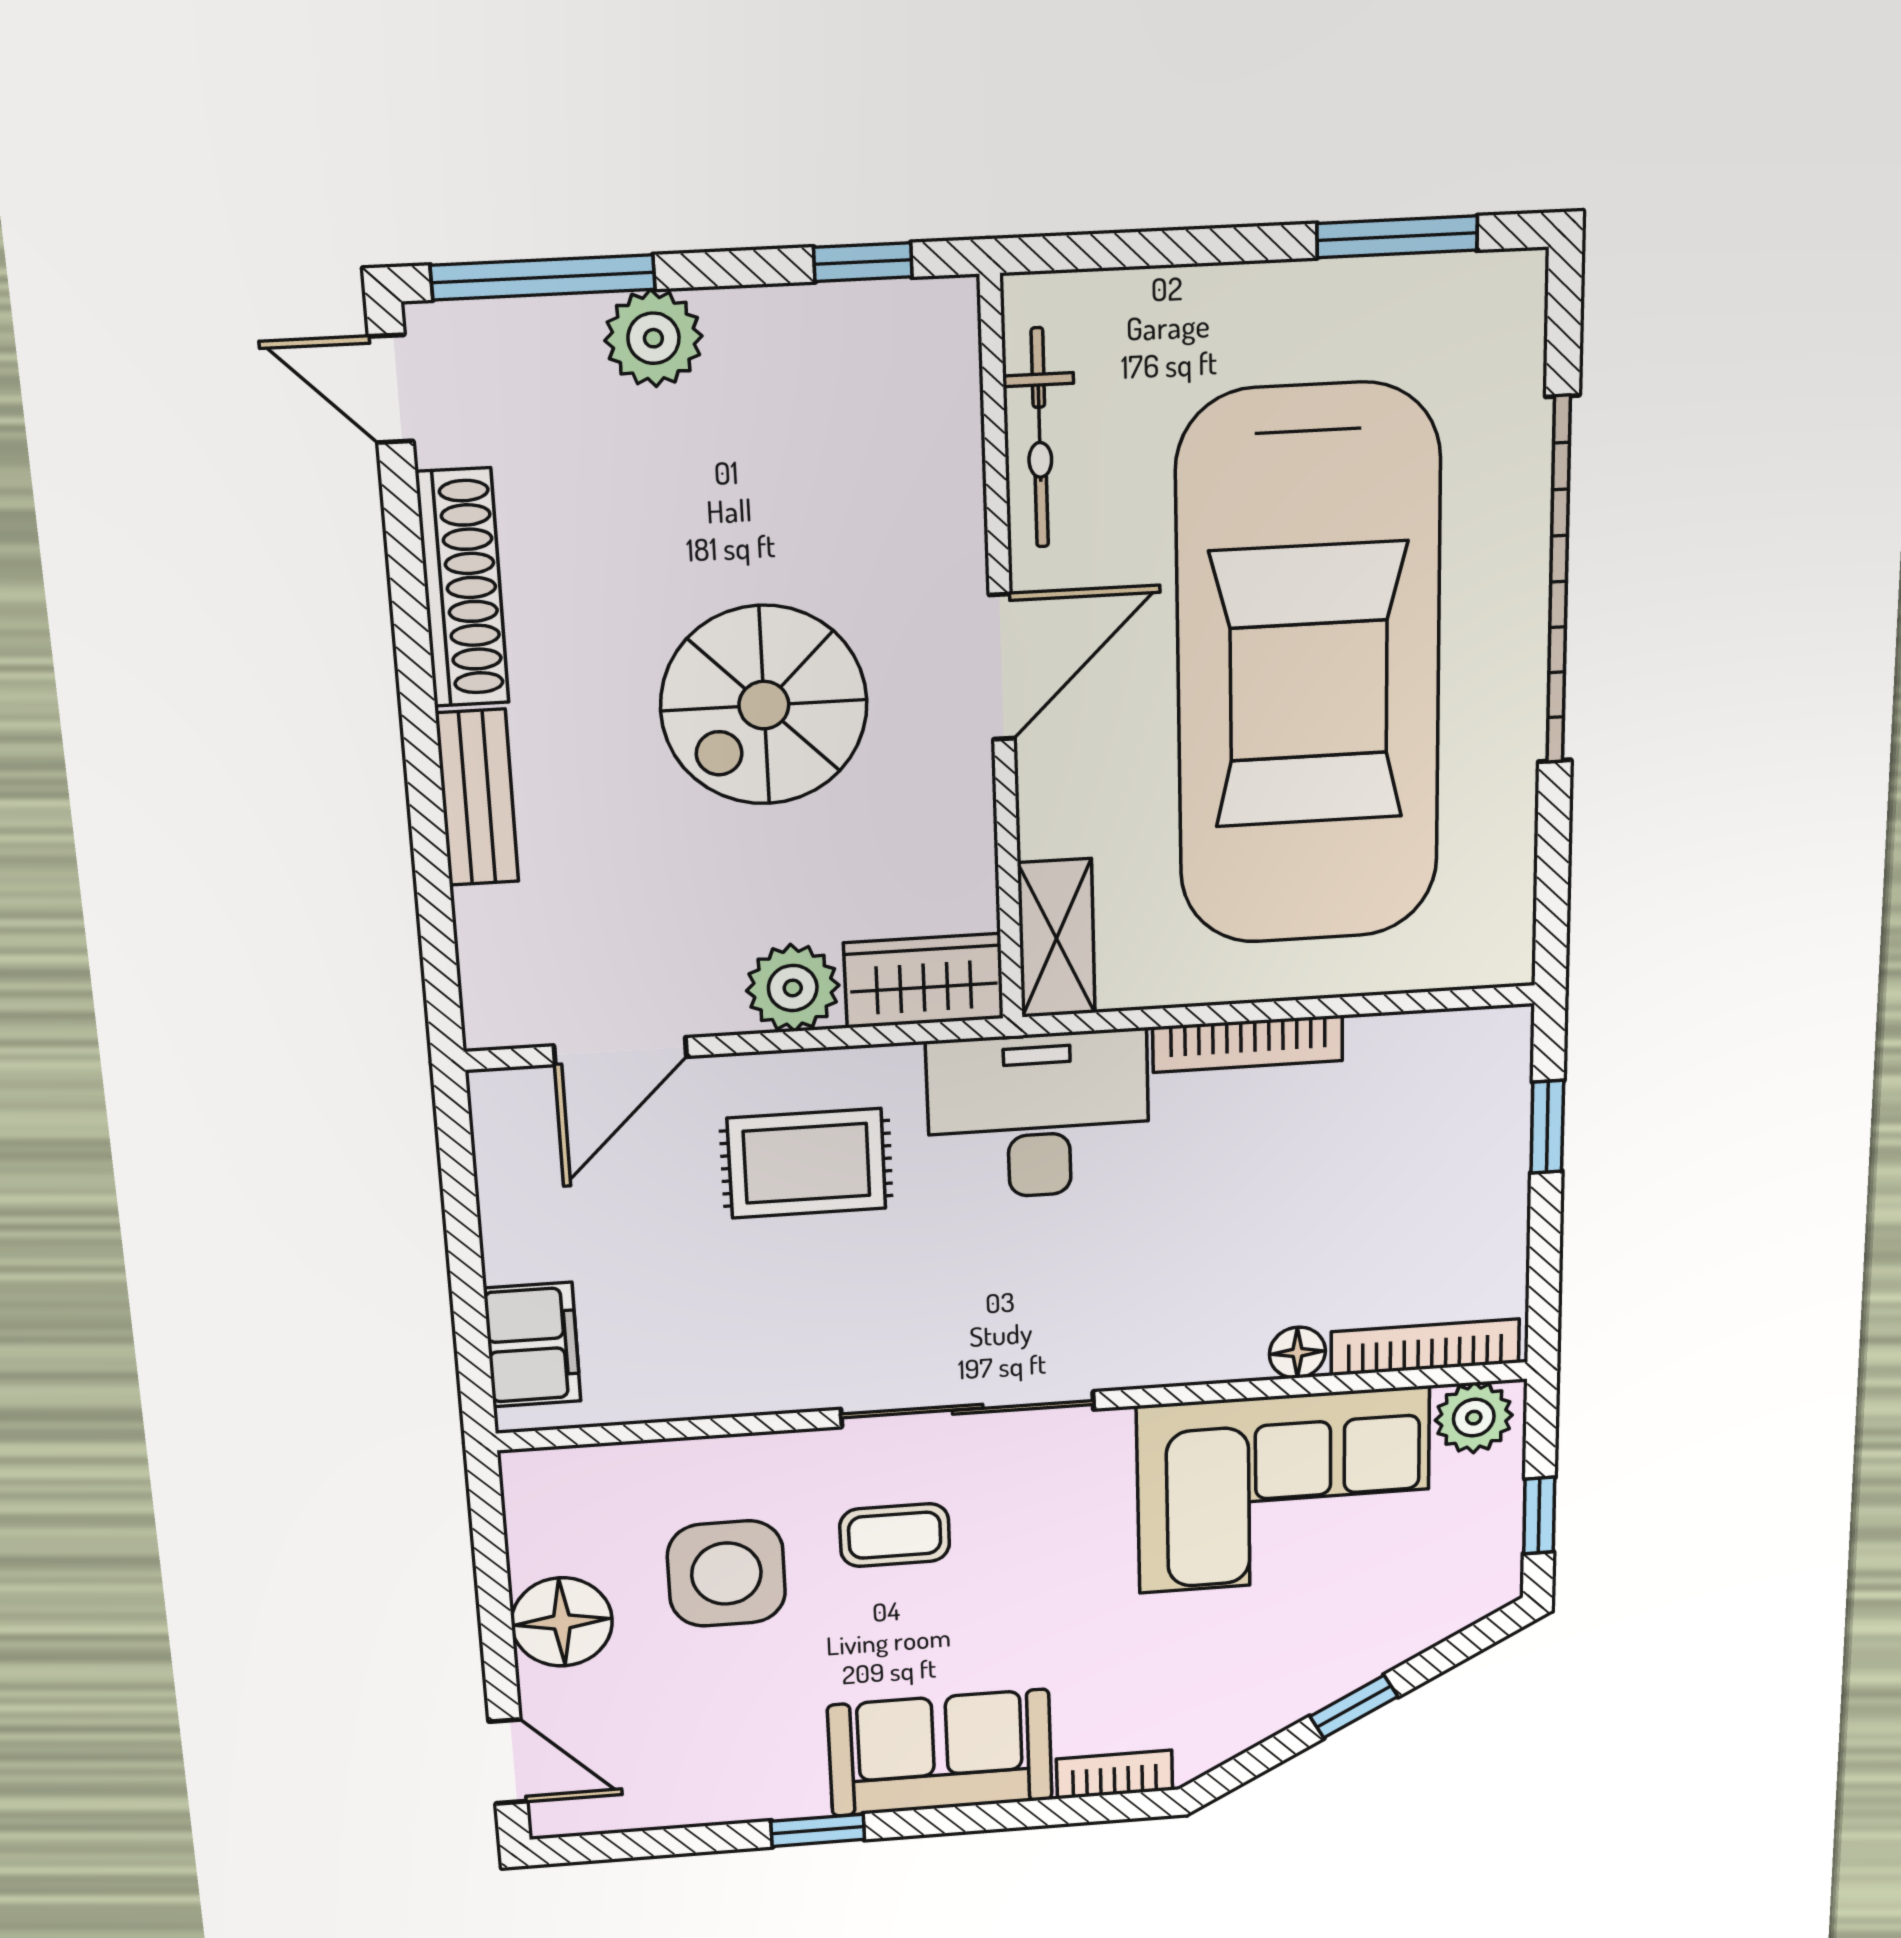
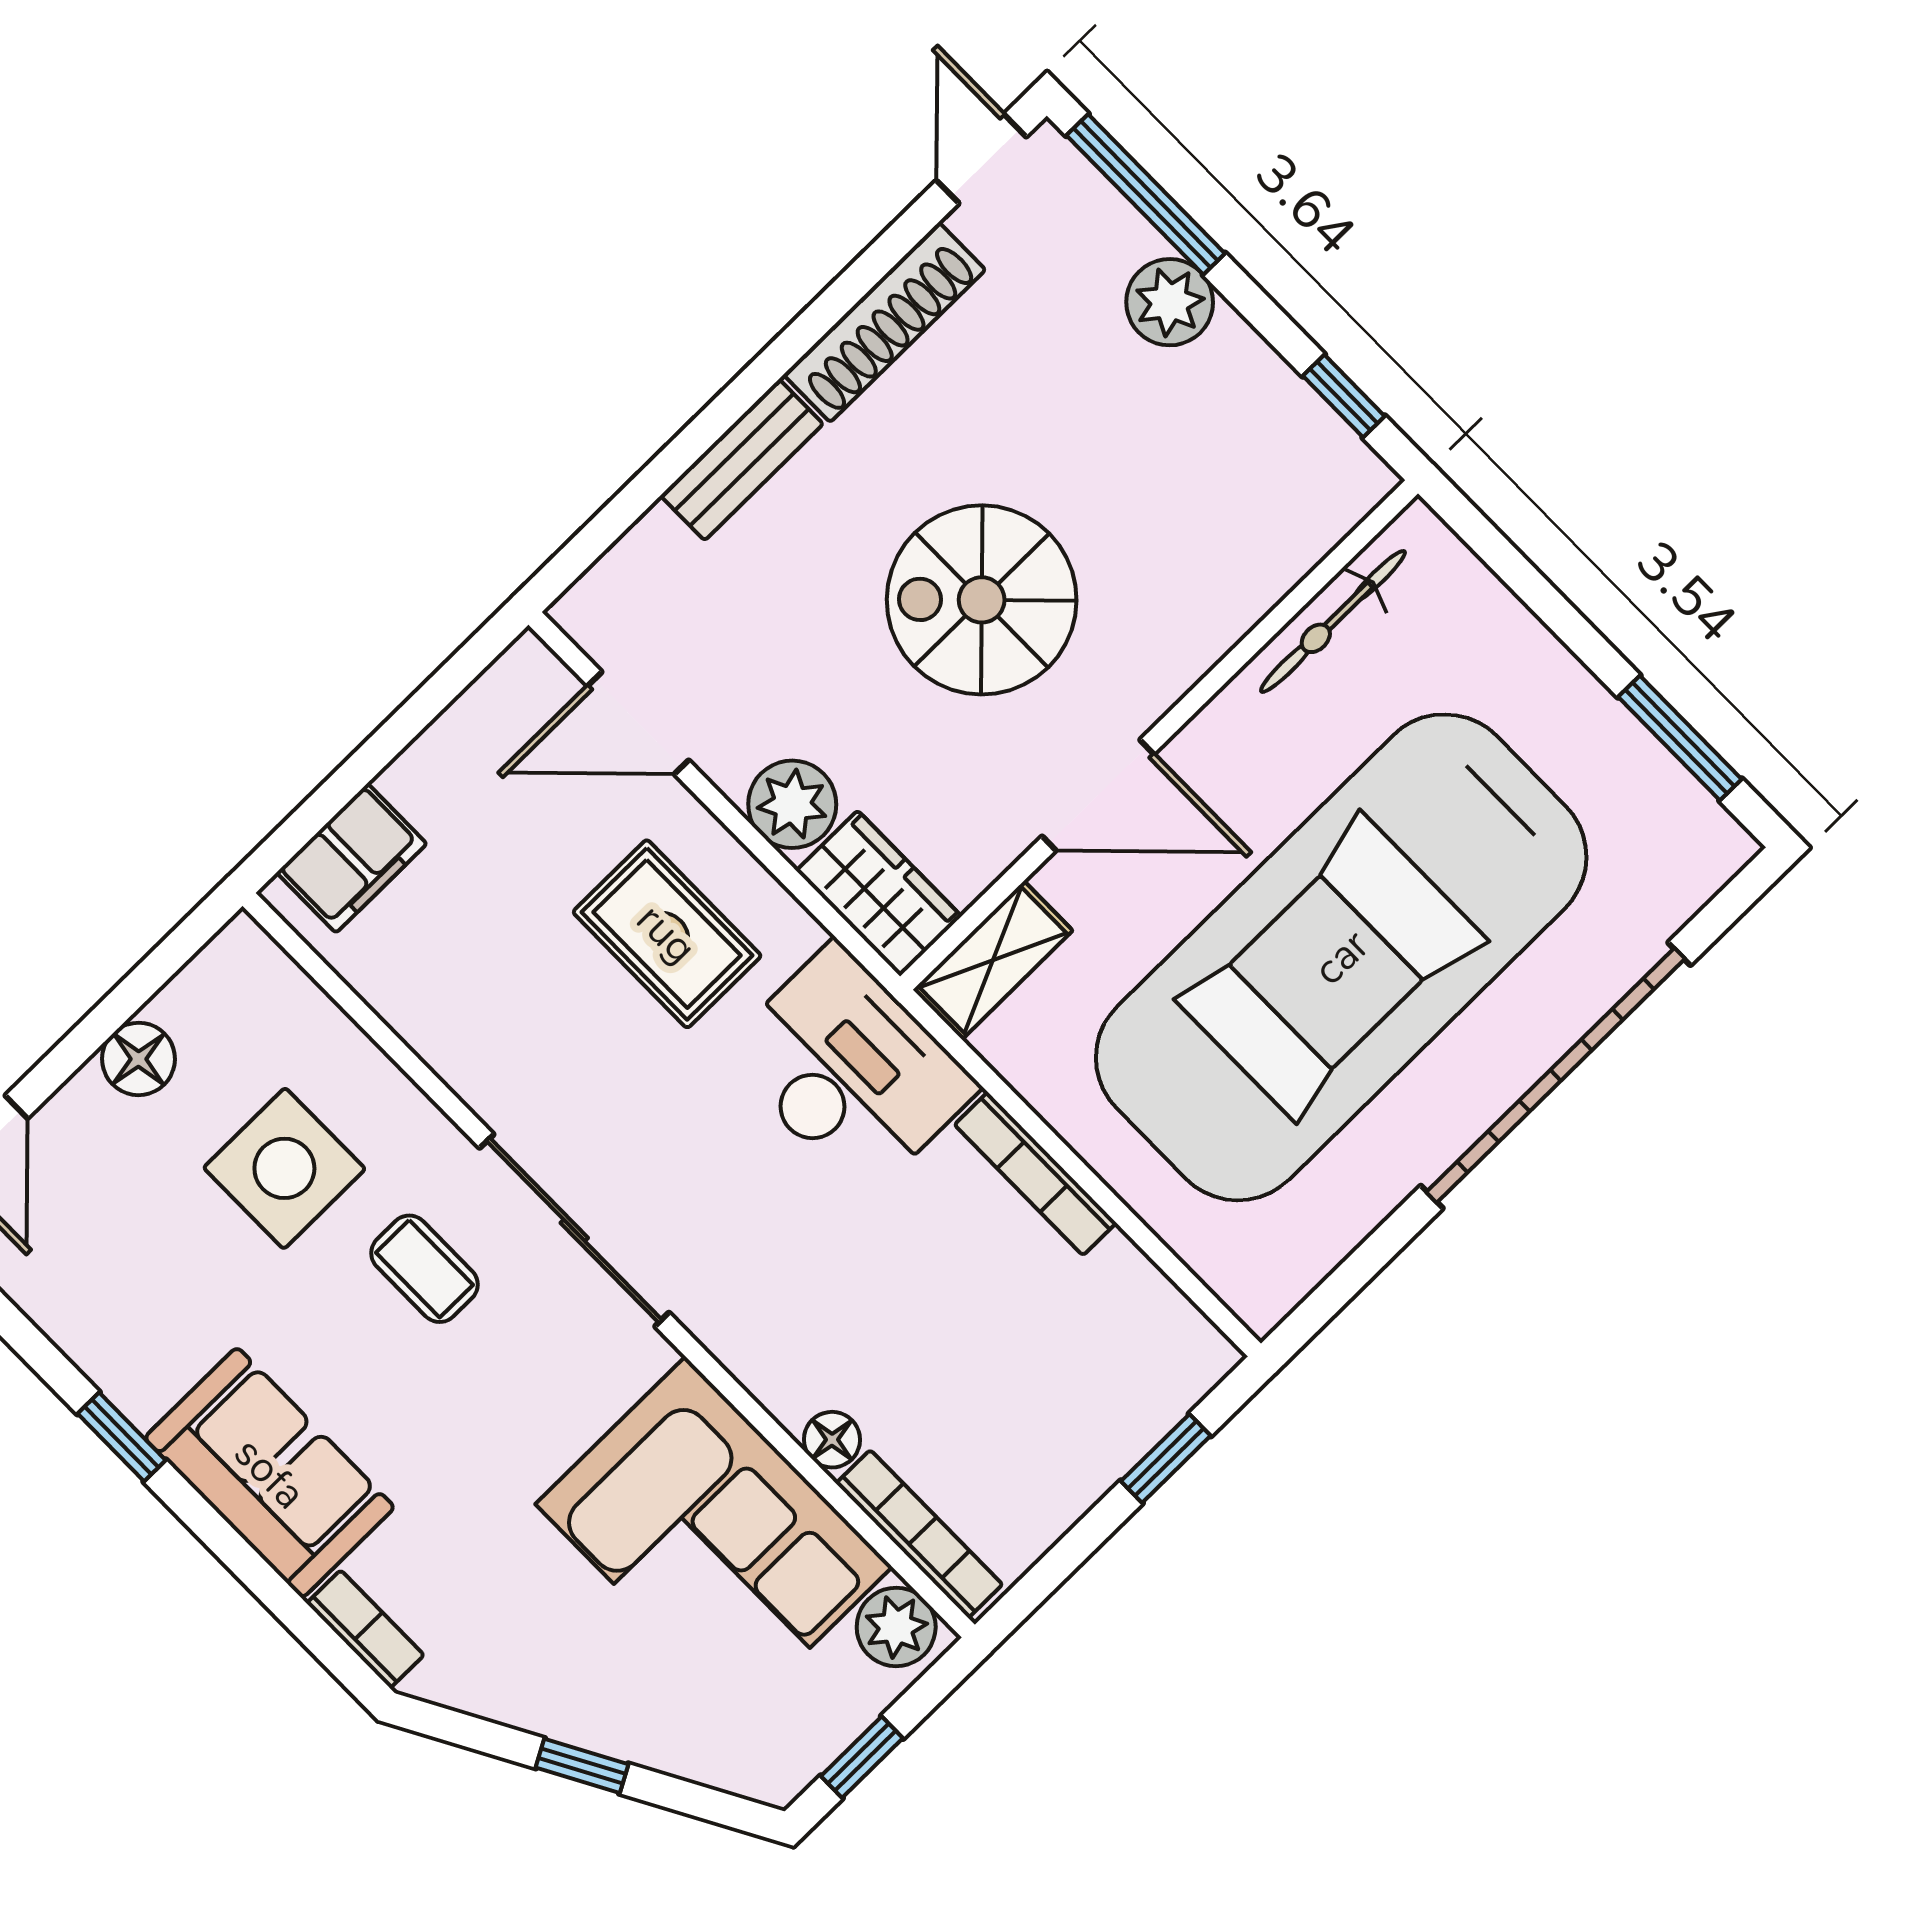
door: (1002, 667) -> (1098, 795), moved
floor lamp: (562, 1622) -> (139, 1059), width x0.73, depth x0.73

